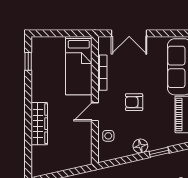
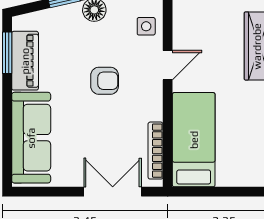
bookcase: (102, 73) -> (156, 151), moved

